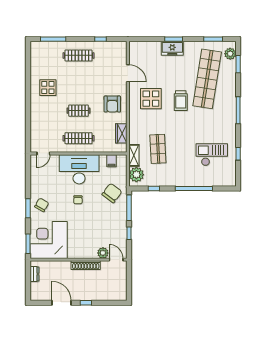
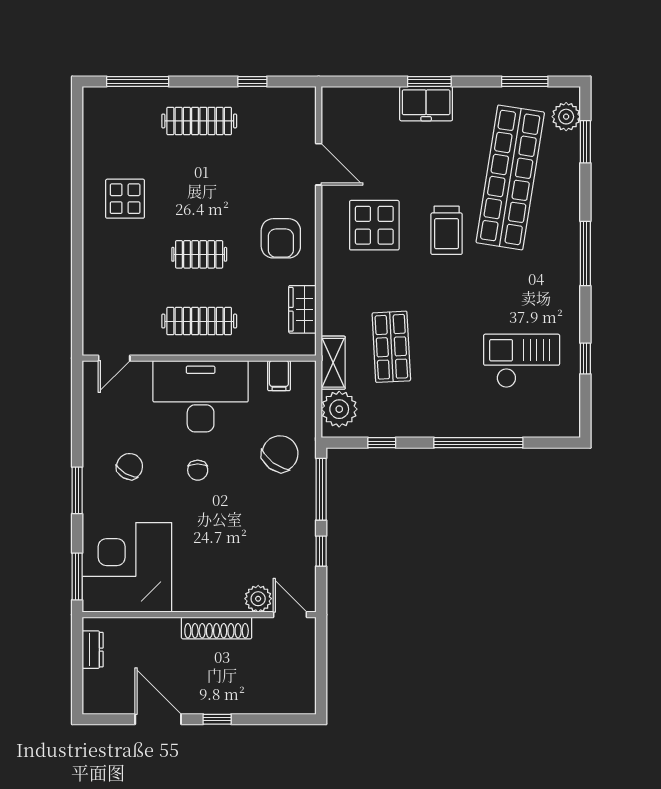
chair: (42, 205) -> (130, 466), moved

